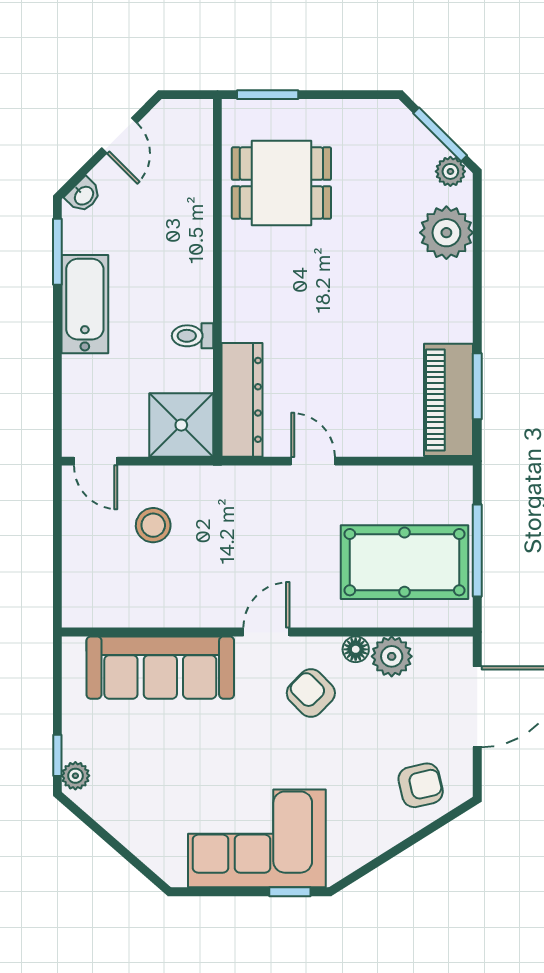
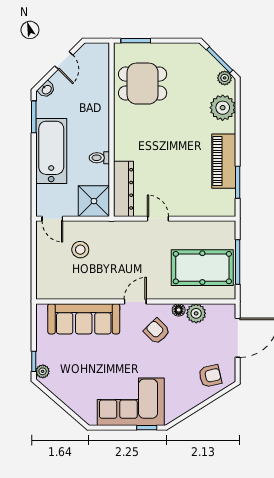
bathtub: (85, 304) -> (51, 151), width x1.36, depth x1.36
piano: (449, 400) -> (224, 161), moved

